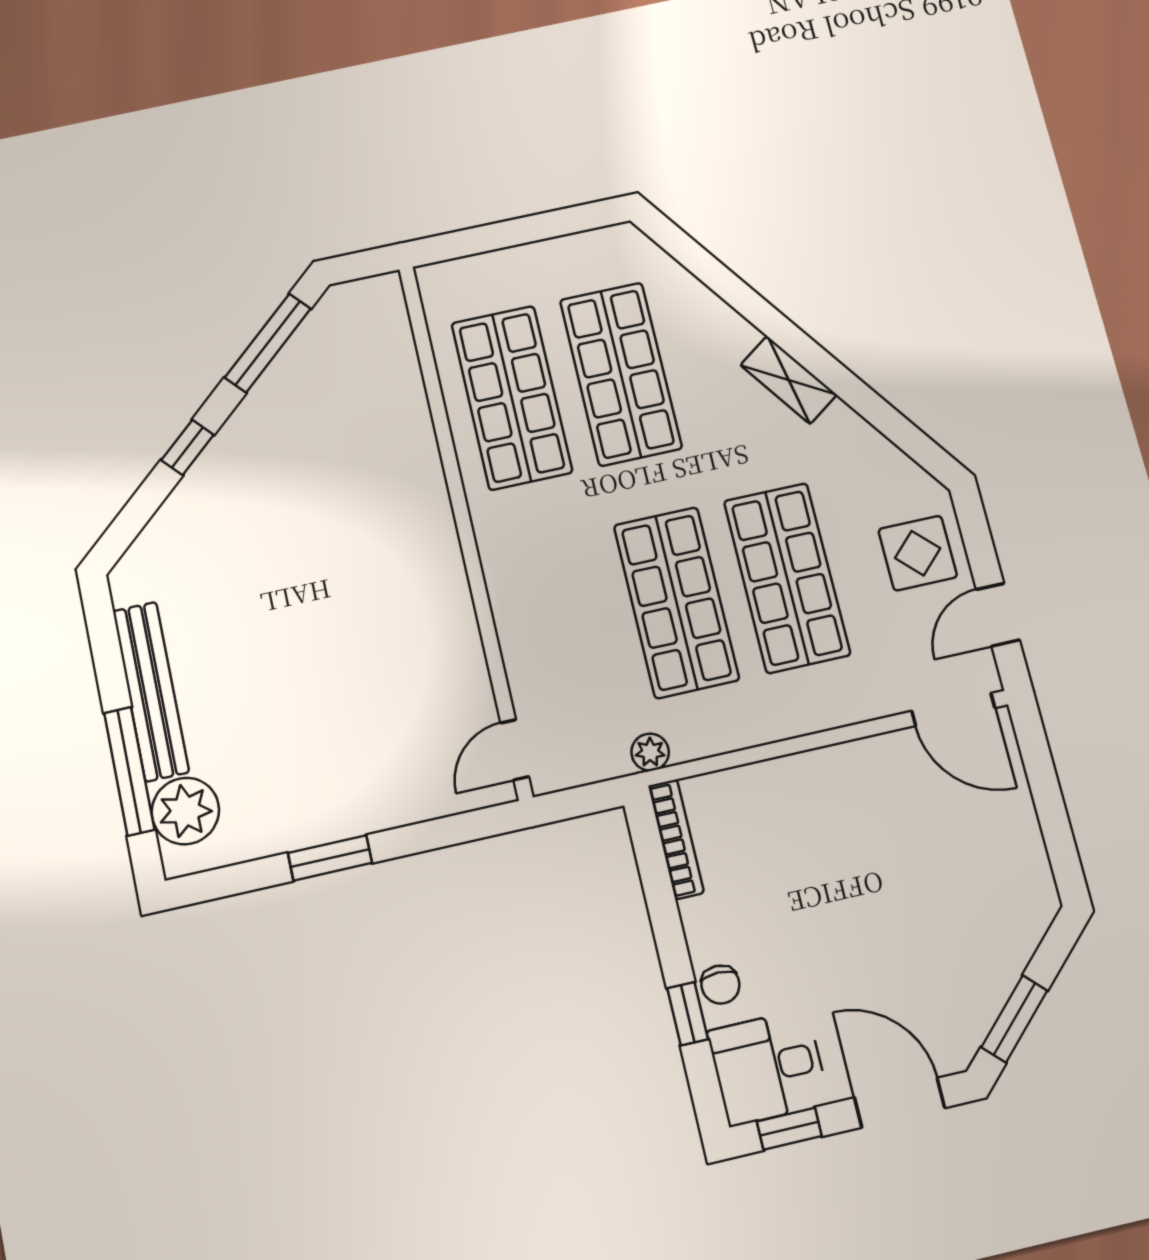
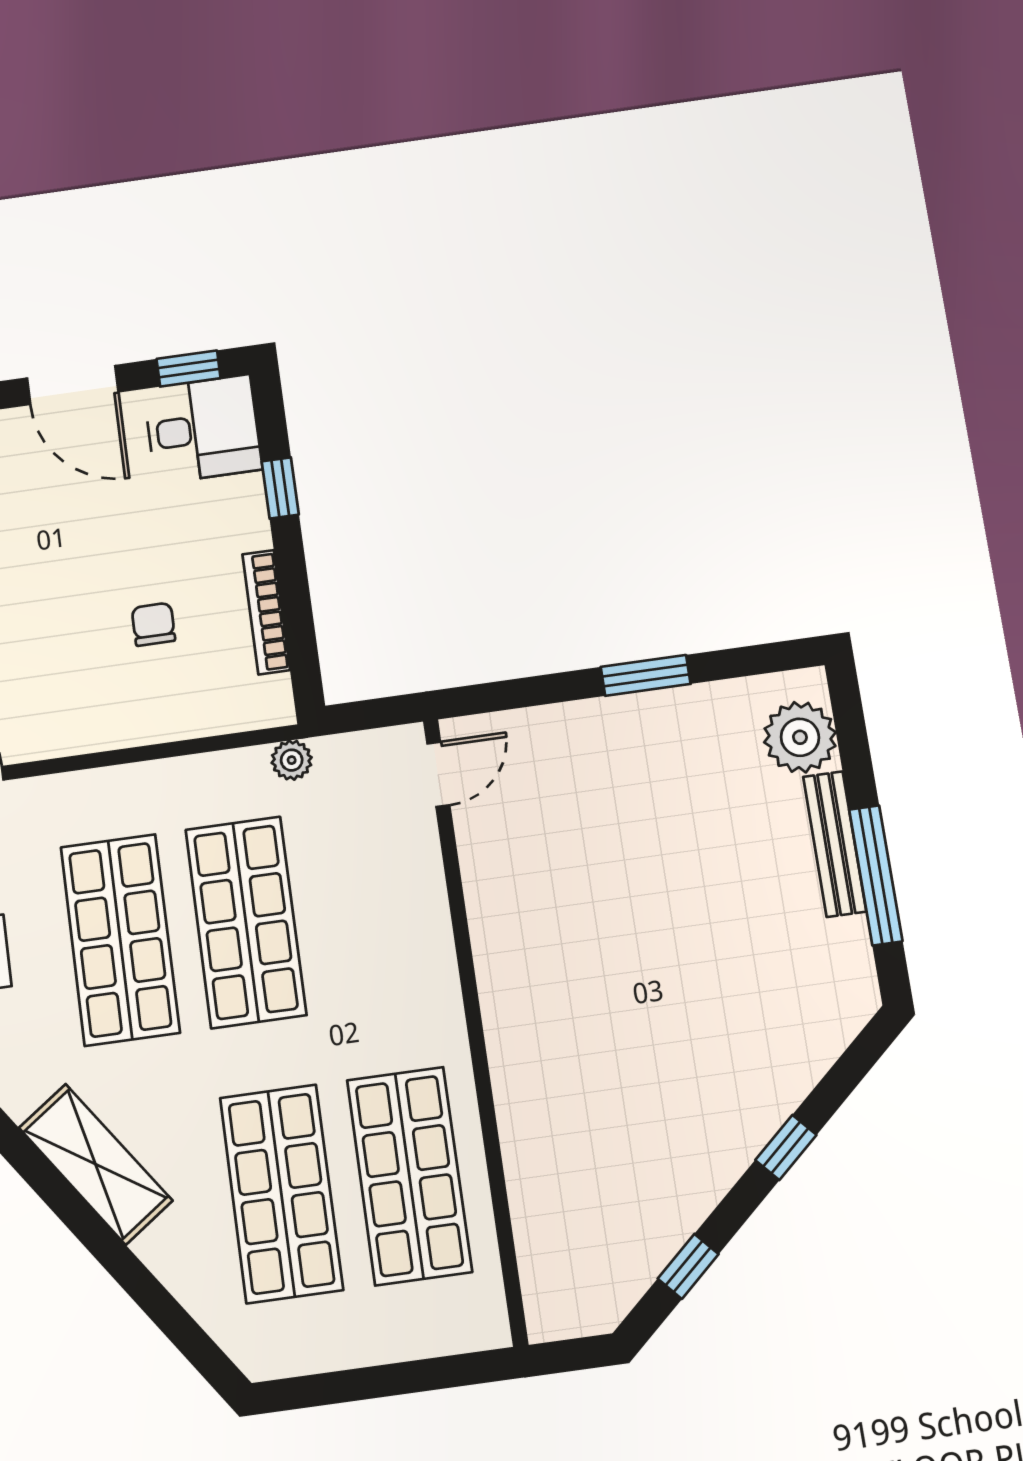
window: (268, 343) -> (688, 1266), width x0.46
shelving: (789, 380) -> (96, 1164), width x1.50, depth x1.33
bench: (151, 691) -> (835, 844), width x0.73, depth x0.82
window: (129, 771) -> (876, 875), moved
bookcase: (676, 839) -> (266, 612), moved
chair: (720, 985) -> (153, 624), moved

